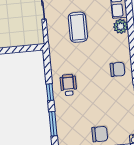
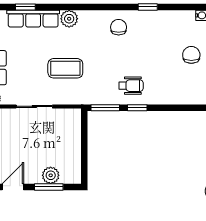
wheelchair: (68, 85) -> (131, 86), turned 180
window: (53, 124) -> (105, 108), moved

